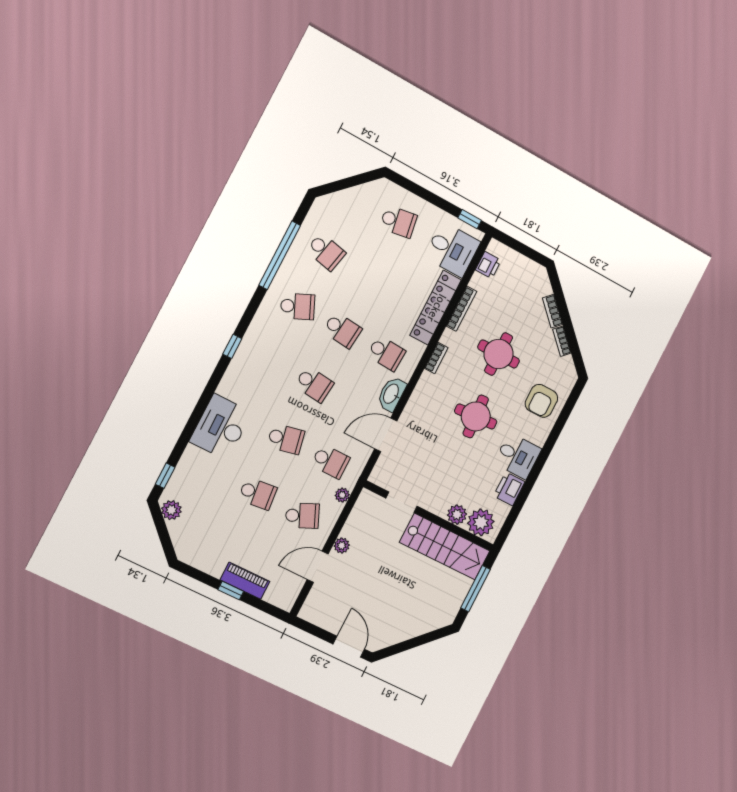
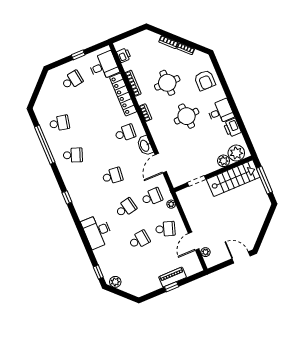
window: (470, 219) -> (78, 55), moved
school desk: (298, 306) -> (73, 155), turned 45
school desk: (342, 330) -> (99, 144), removed
school desk: (302, 516) -> (165, 229), turned 42
plant: (342, 546) -> (205, 252), moved

